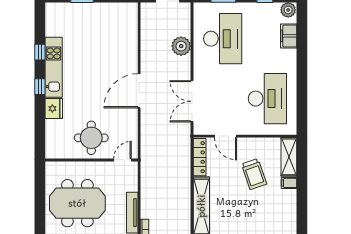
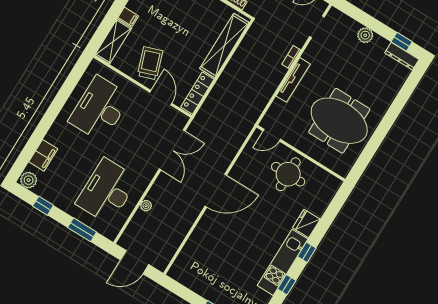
plant: (181, 46) -> (146, 206), width x0.53, depth x0.53
trolley: (254, 174) -> (150, 63), moved

